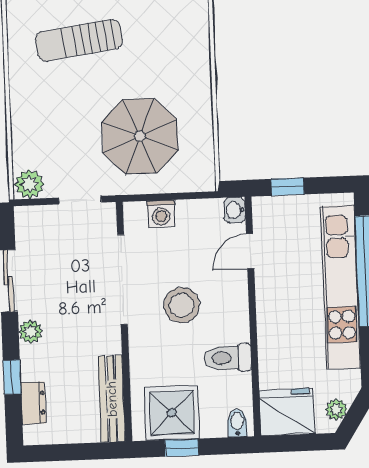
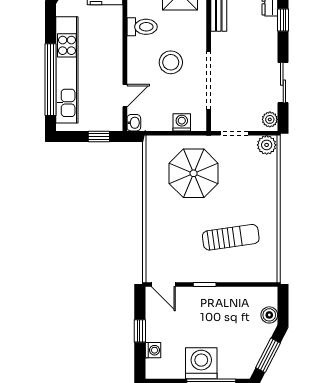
plant: (31, 332) -> (270, 119), moved

